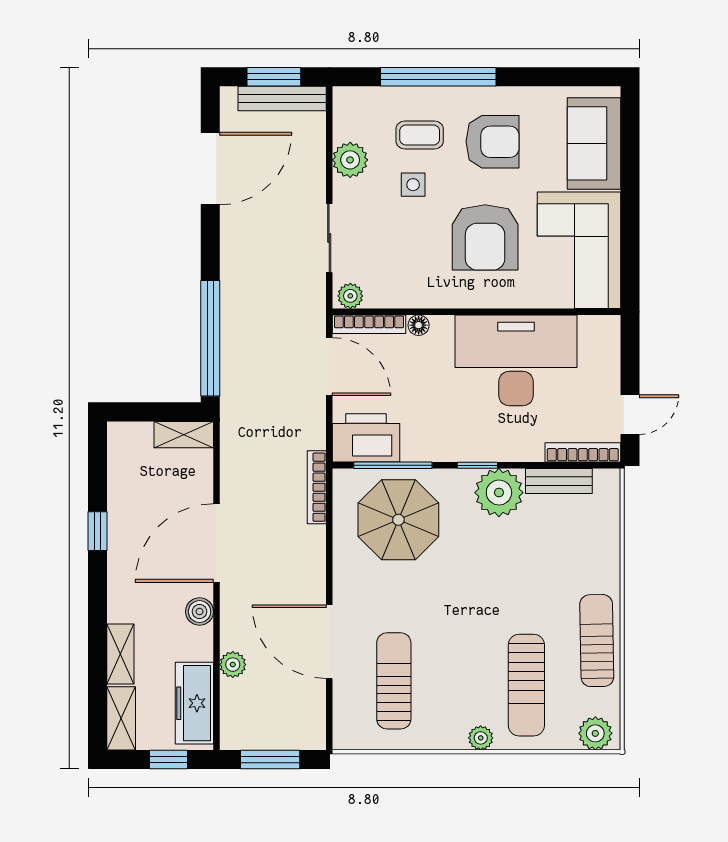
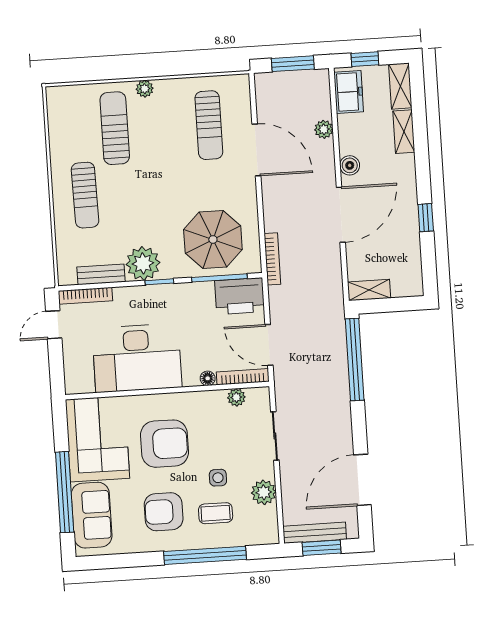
window: (630, 178) -> (65, 492), added
armchair: (485, 237) -> (164, 444), turned 90
plant: (350, 296) -> (236, 397), moved
sun lounger: (597, 641) -> (85, 195), moved
freezer: (194, 703) -> (349, 92), width x0.71
plant: (595, 733) -> (64, 97), removed

